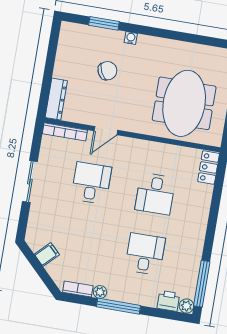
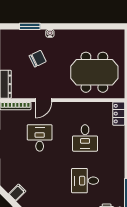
meeting table: (184, 103) -> (94, 72), turned 90
desk: (145, 254) -> (85, 181), turned -90

